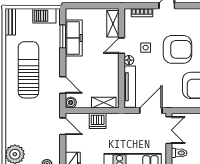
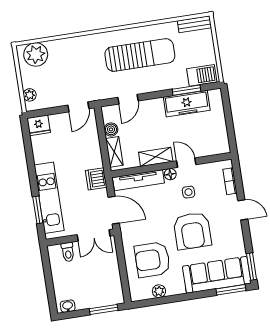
barbecue: (44, 16) -> (202, 75), moved, turned 90
shelving: (113, 24) -> (156, 157), moved
boiler: (71, 103) -> (111, 129), moved
dishwasher: (98, 121) -> (96, 179), moved

